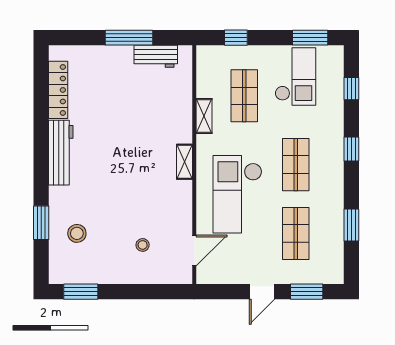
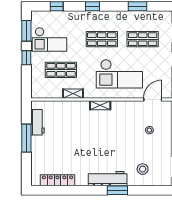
window: (236, 38) -> (26, 58), moved
checkout: (295, 76) -> (50, 39), turned 180
workbench: (61, 153) -> (108, 179), moved
window: (41, 223) -> (117, 190), moved
door: (194, 251) -> (153, 99), hinge flipped

